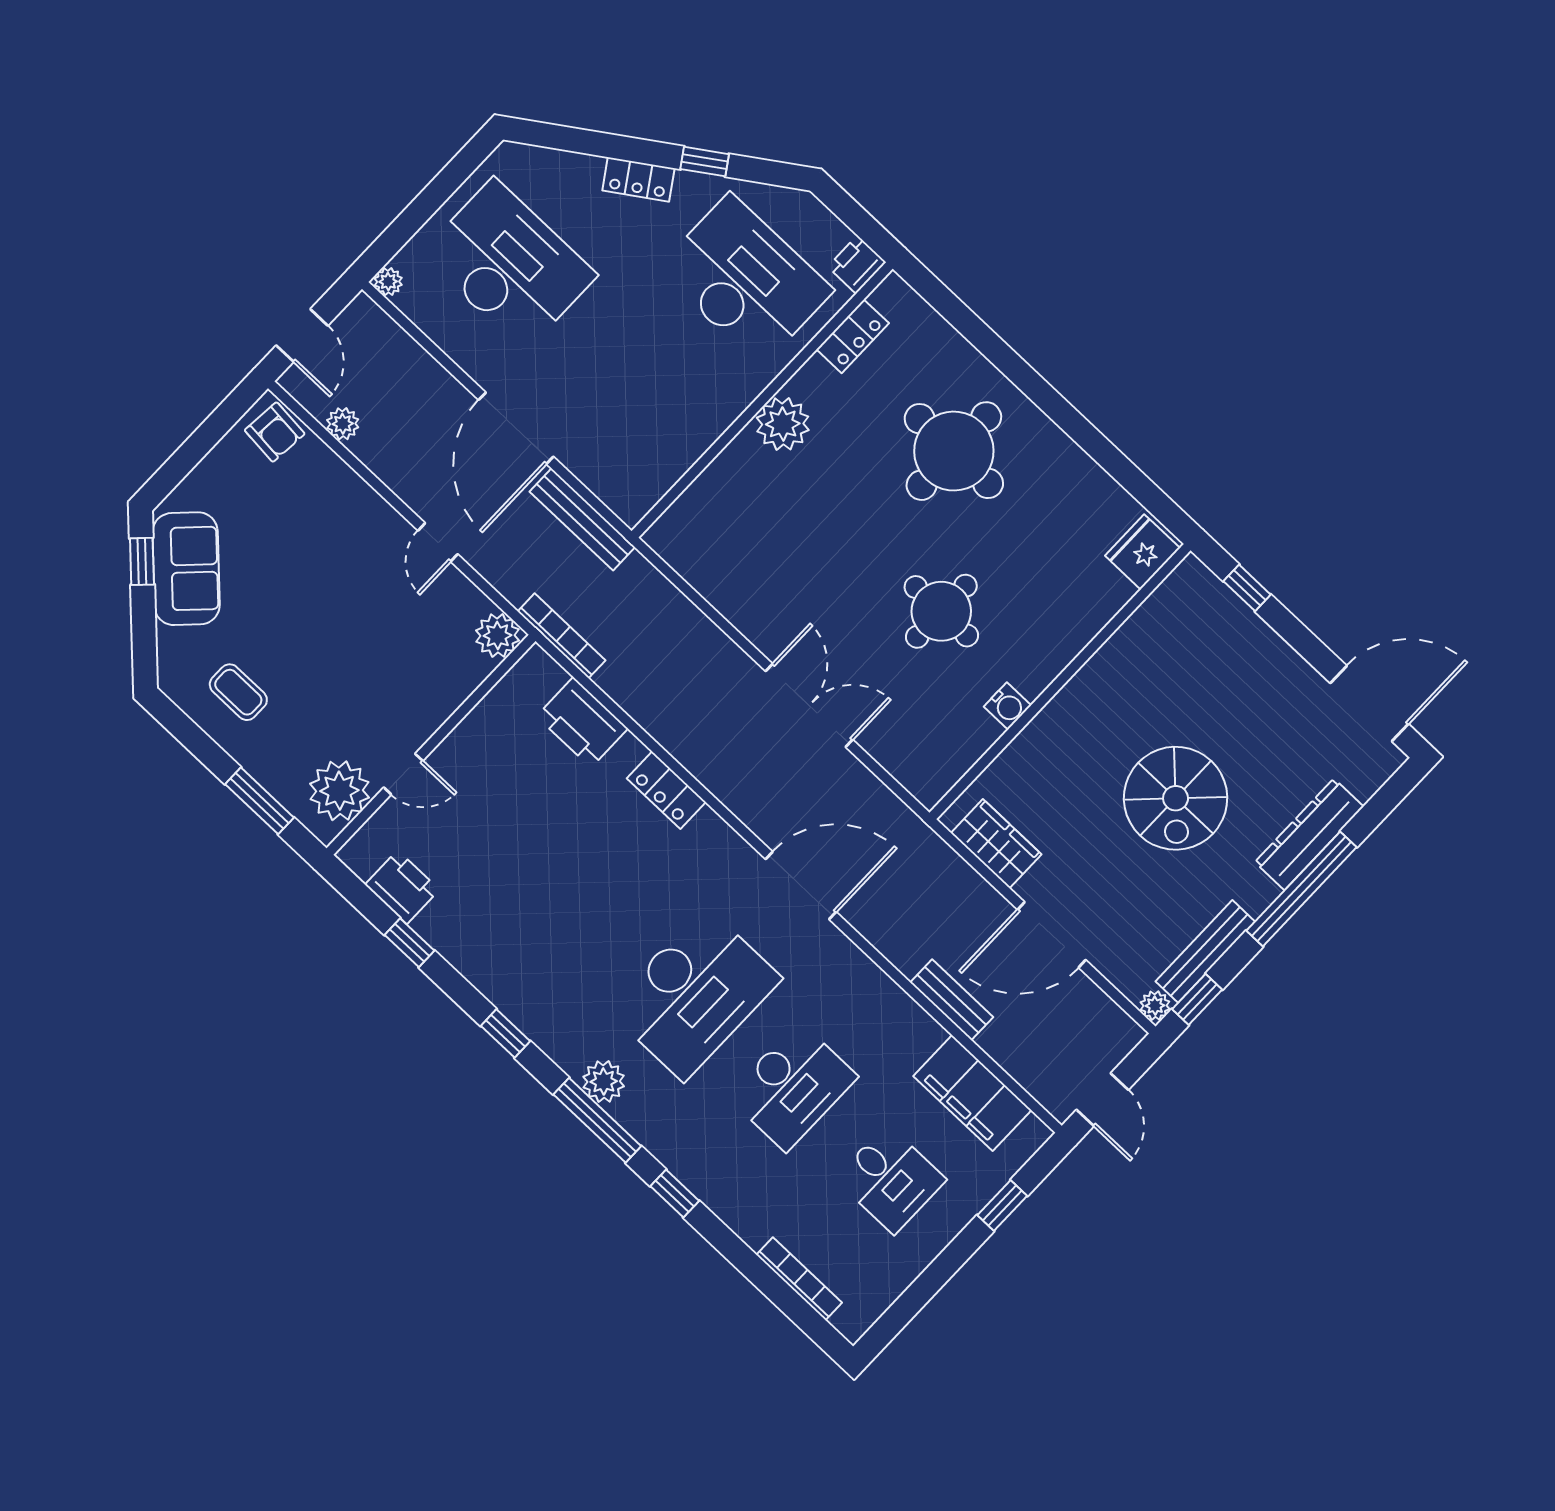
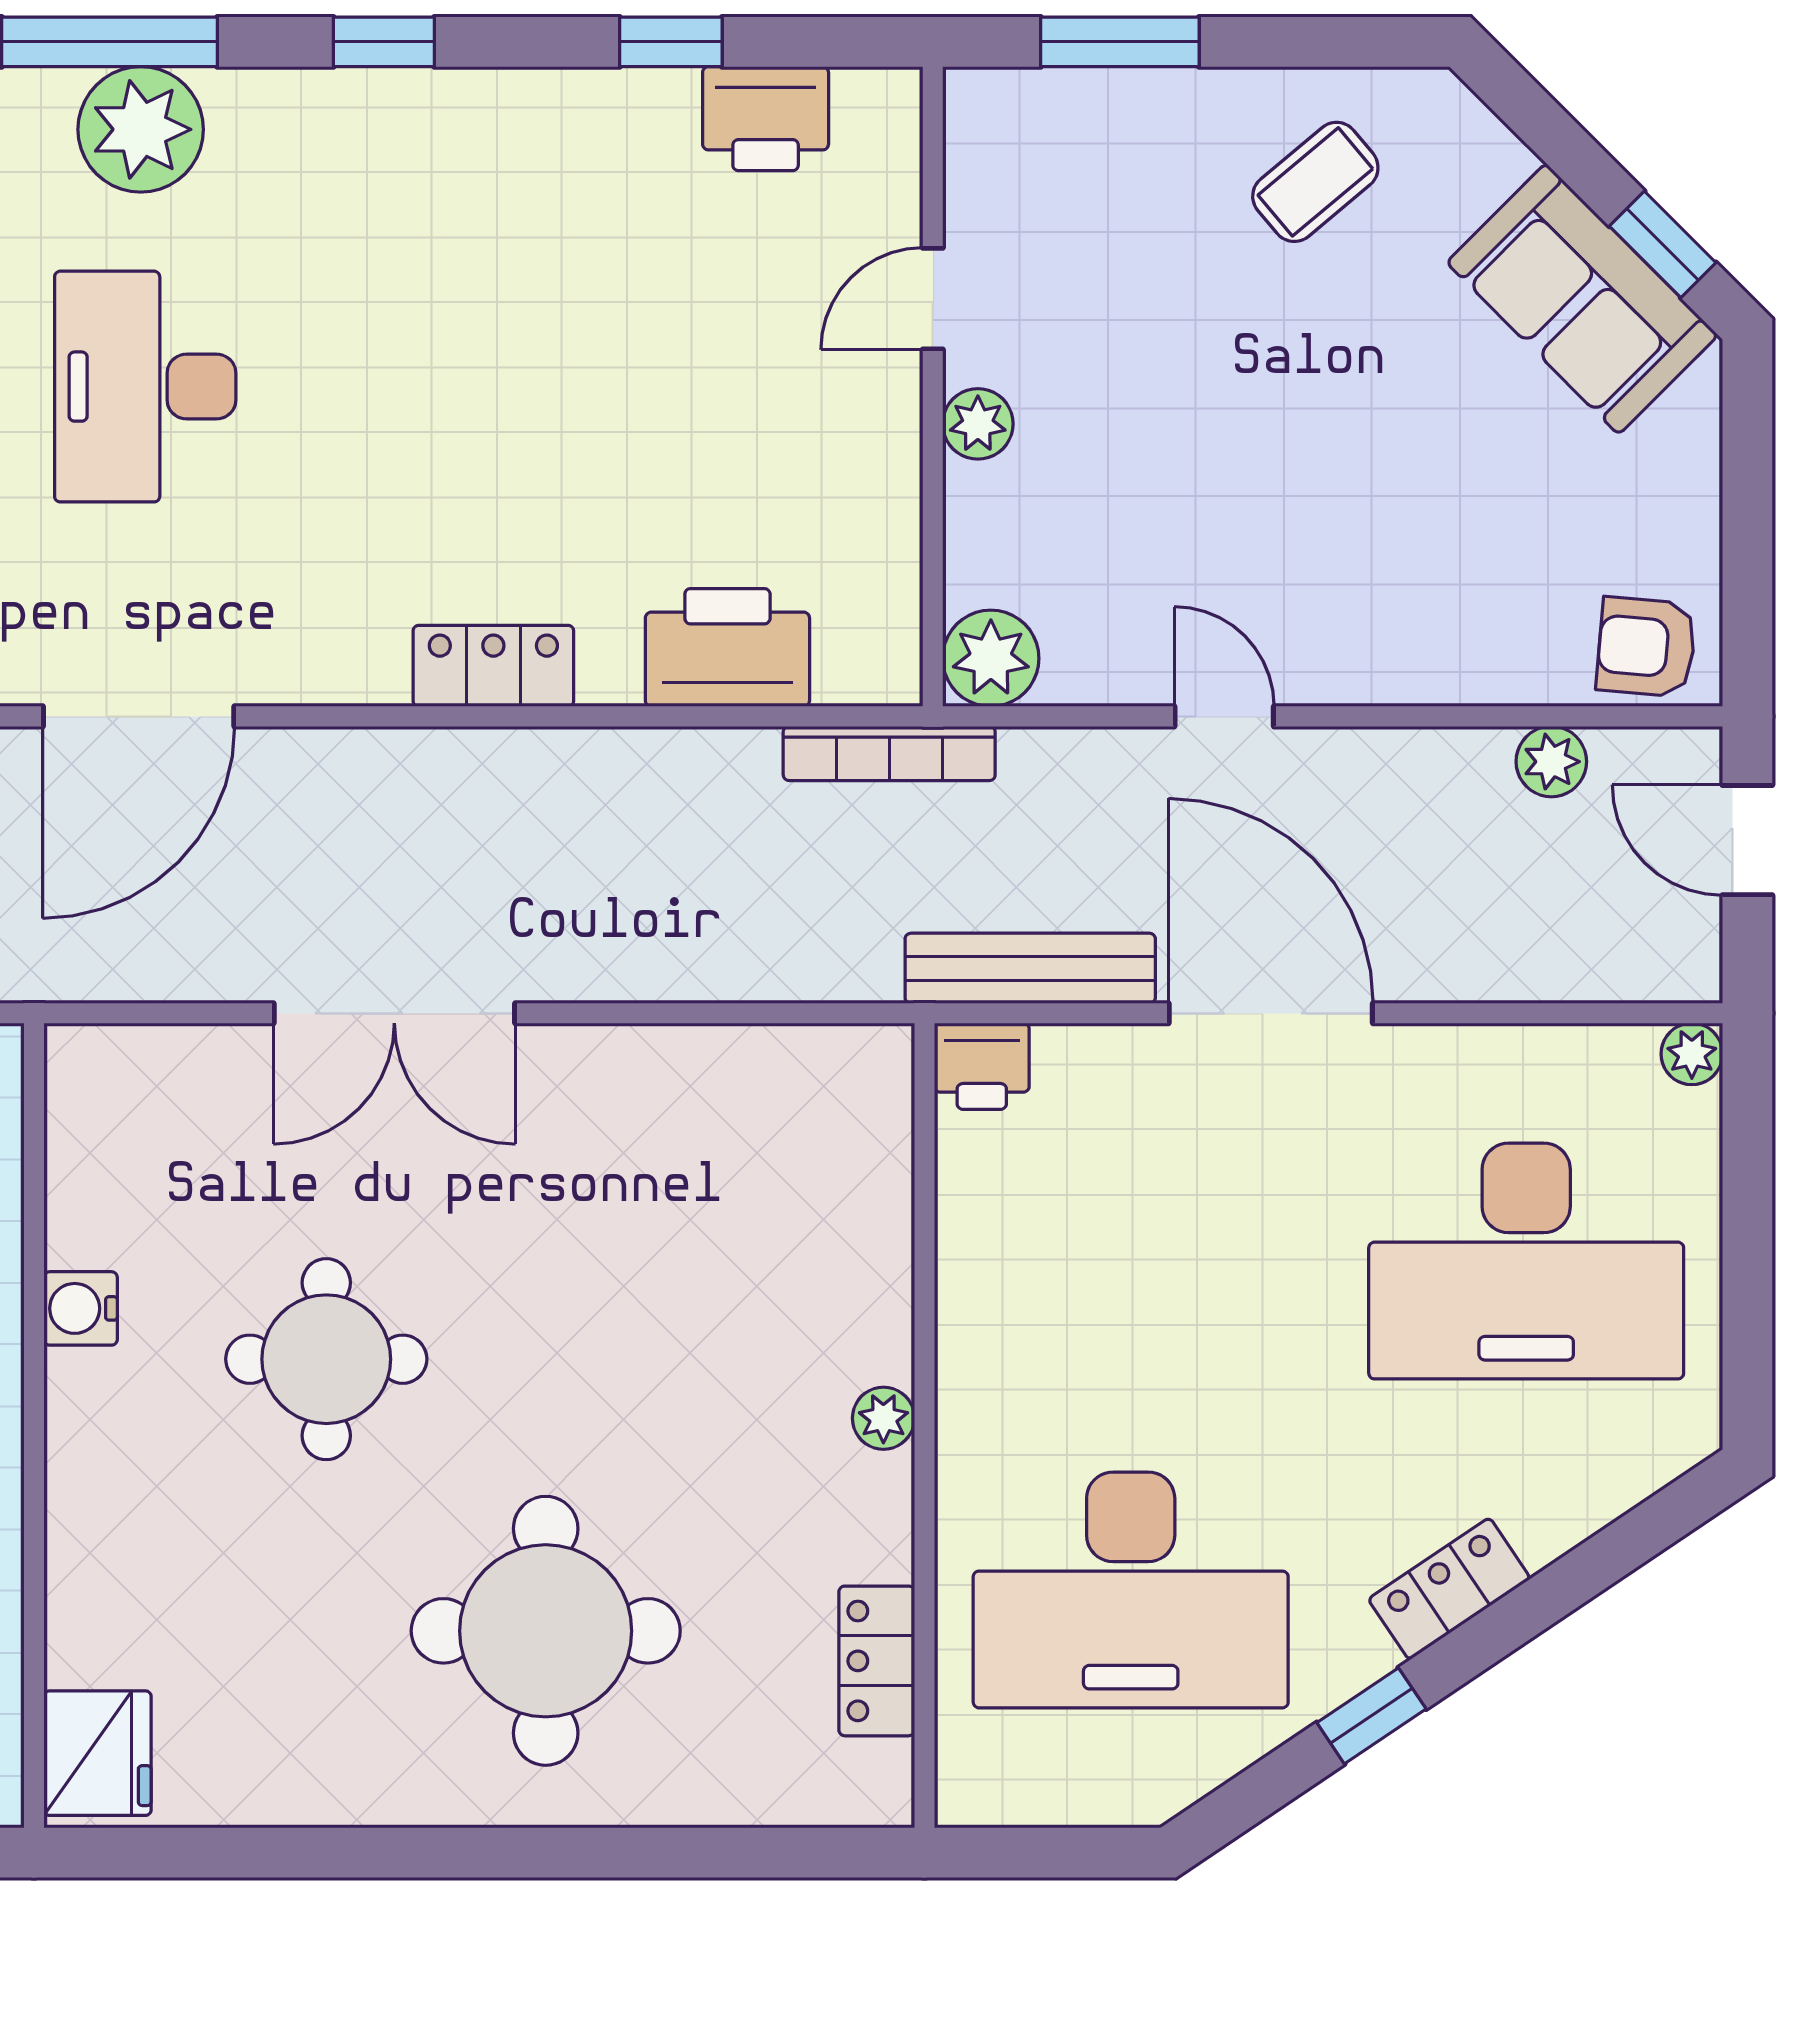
printer: (857, 265) -> (982, 1066), moved, turned 90
plant: (783, 424) -> (883, 1418), width x0.53, depth x0.53
coffee table: (238, 692) -> (1315, 182), turned -40
plant: (339, 791) -> (978, 424), moved, width x0.53, depth x0.53
desk: (694, 994) -> (145, 387), width x0.73, depth x0.77
plant: (604, 1081) -> (141, 129), width x1.36, depth x1.36

